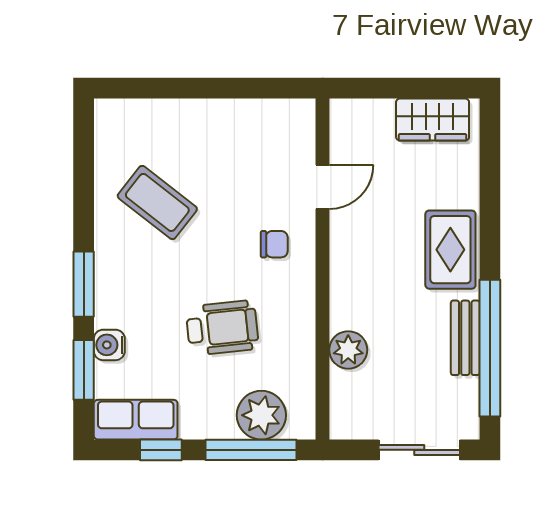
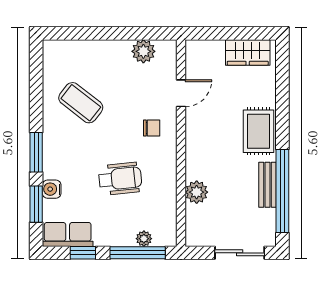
plant: (261, 118) -> (143, 51), added
plant: (261, 415) -> (144, 239), width x0.53, depth x0.53

